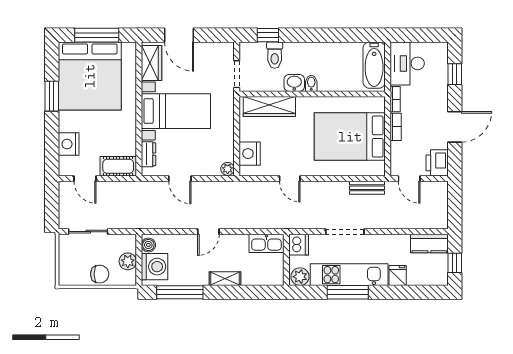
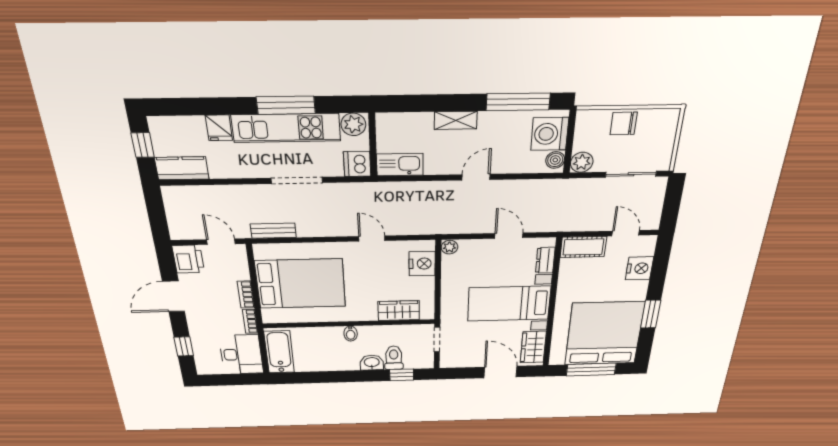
washbasin: (294, 83) -> (372, 363), moved, turned 180
wardrobe: (269, 107) -> (399, 311), width x0.67
plant: (128, 261) -> (582, 162), moved

